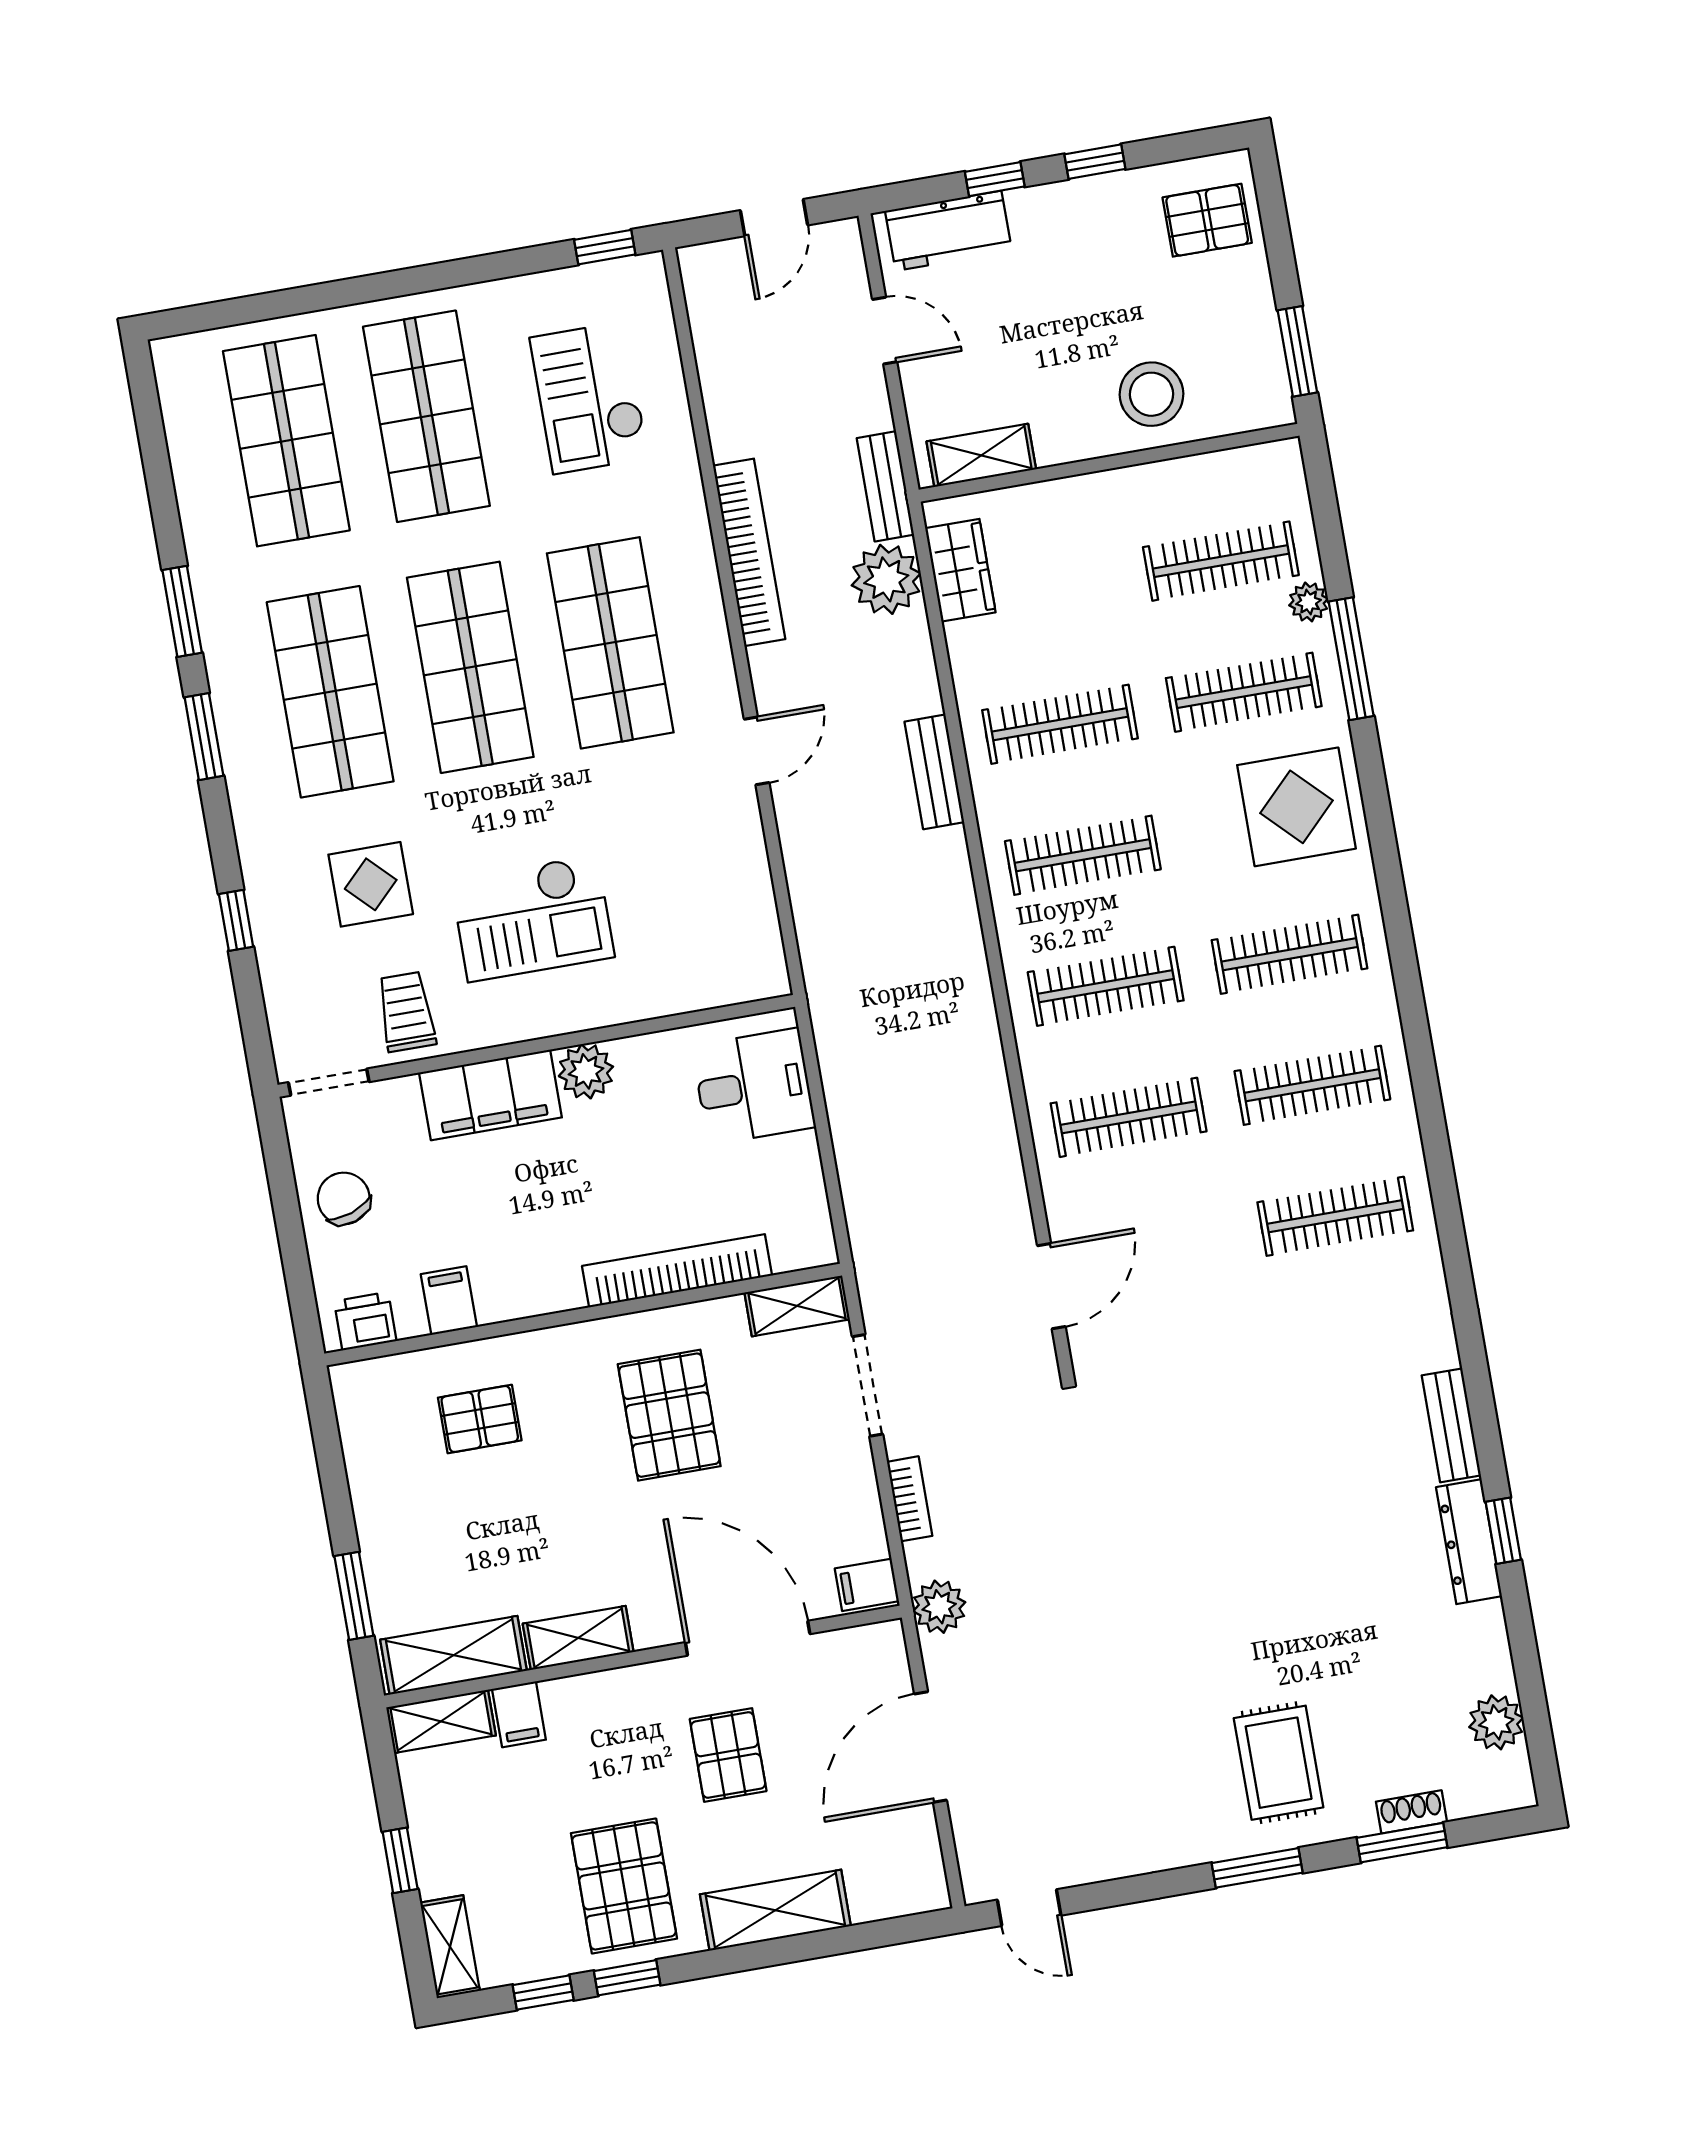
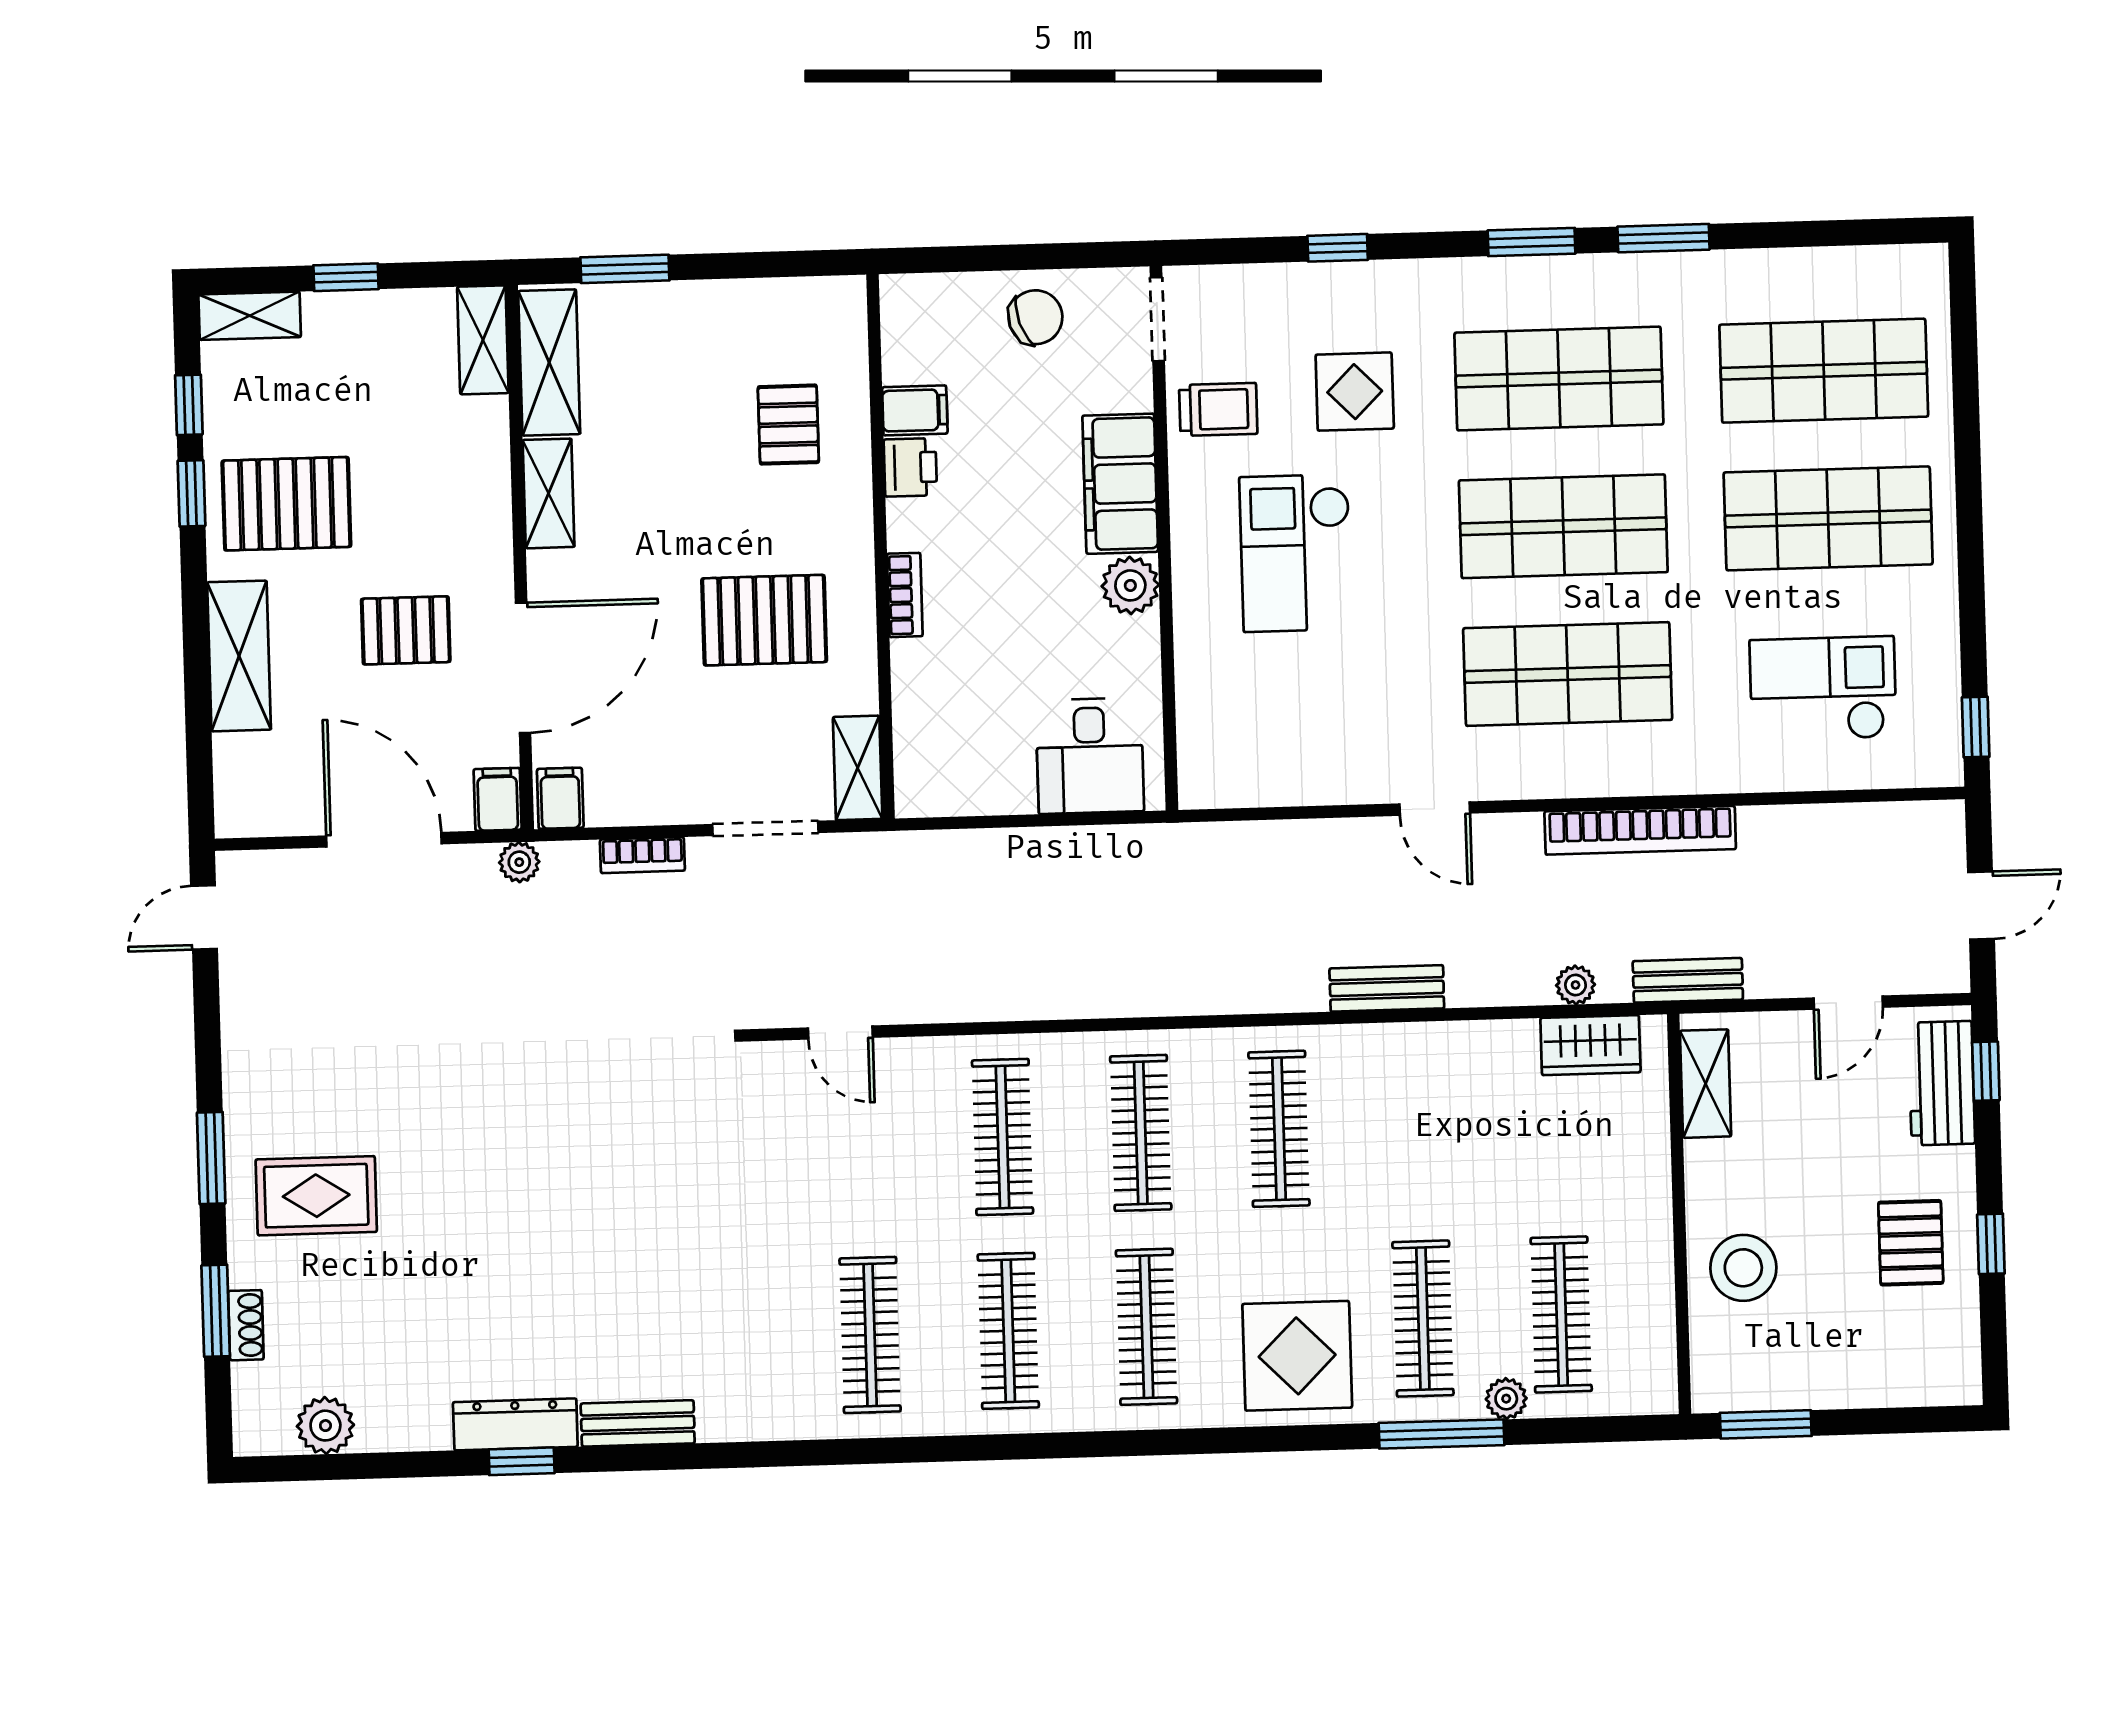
window: (995, 179) -> (1986, 1071), moved
door: (774, 218) -> (1981, 905), swing flipped
pallet: (1207, 220) -> (1911, 1243), moved
plant: (886, 579) -> (1576, 985), width x0.53, depth x0.53
clothes rail: (1060, 724) -> (1417, 1125), removed
bookcase: (677, 1271) -> (905, 595), width x0.43, depth x0.76
door: (1051, 1286) -> (840, 1033), width x0.73
printer: (365, 1321) -> (910, 467), moved
plant: (939, 1607) -> (519, 862), width x0.73, depth x0.73
filing cabinet: (519, 1714) -> (498, 799), moved, turned 90

